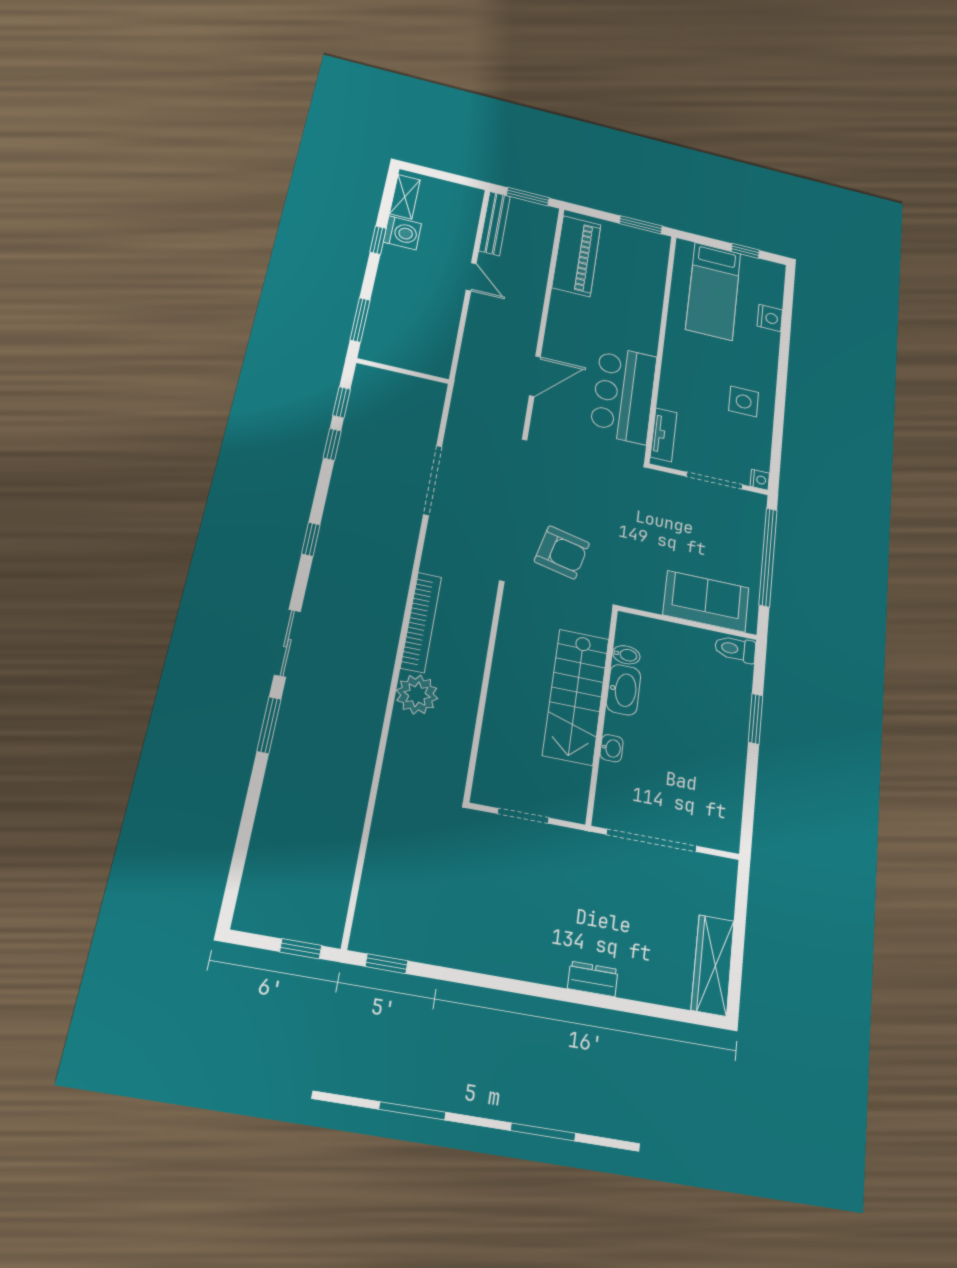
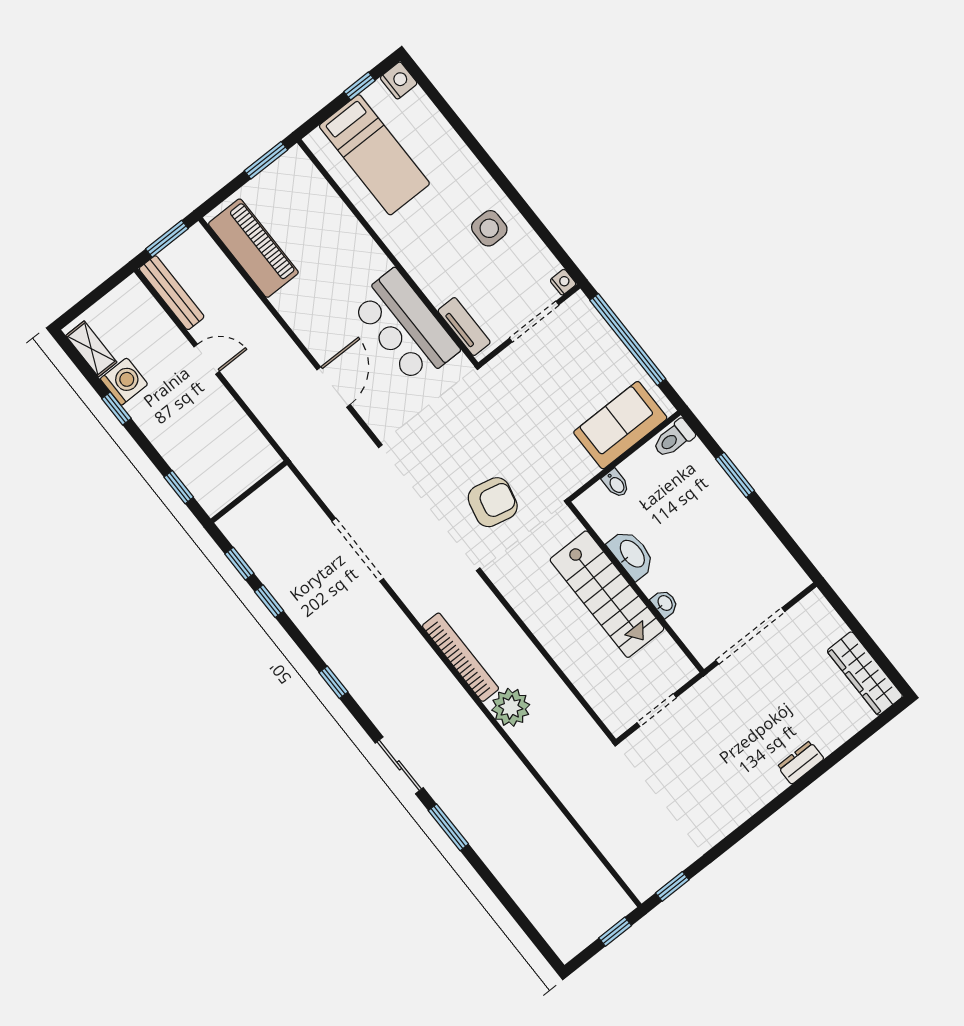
nightstand: (770, 318) -> (399, 80), moved
window: (360, 320) -> (179, 487), width x0.67
bidet: (626, 655) -> (616, 484), moved, turned 90

